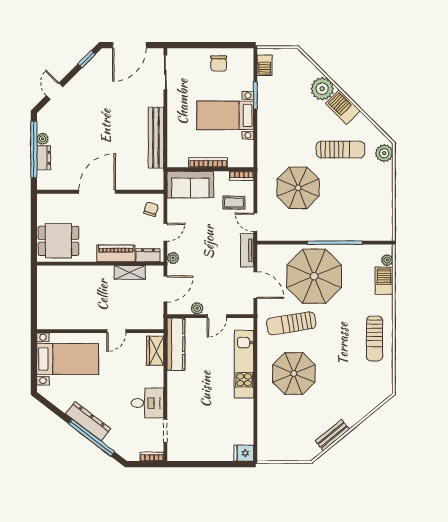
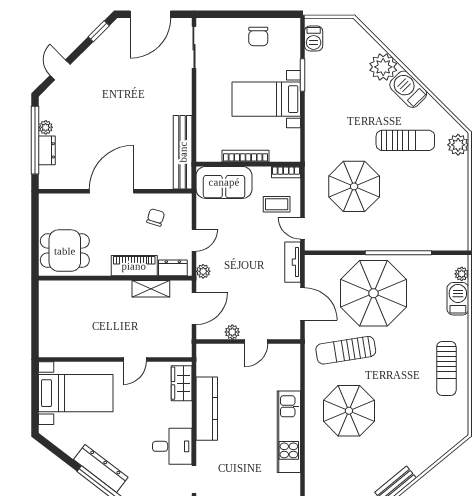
bench: (156, 138) -> (183, 152), moved
chair: (151, 209) -> (156, 217), moved
kitchen counter: (176, 344) -> (207, 409), moved
kitchen unit: (244, 364) -> (289, 432), moved

